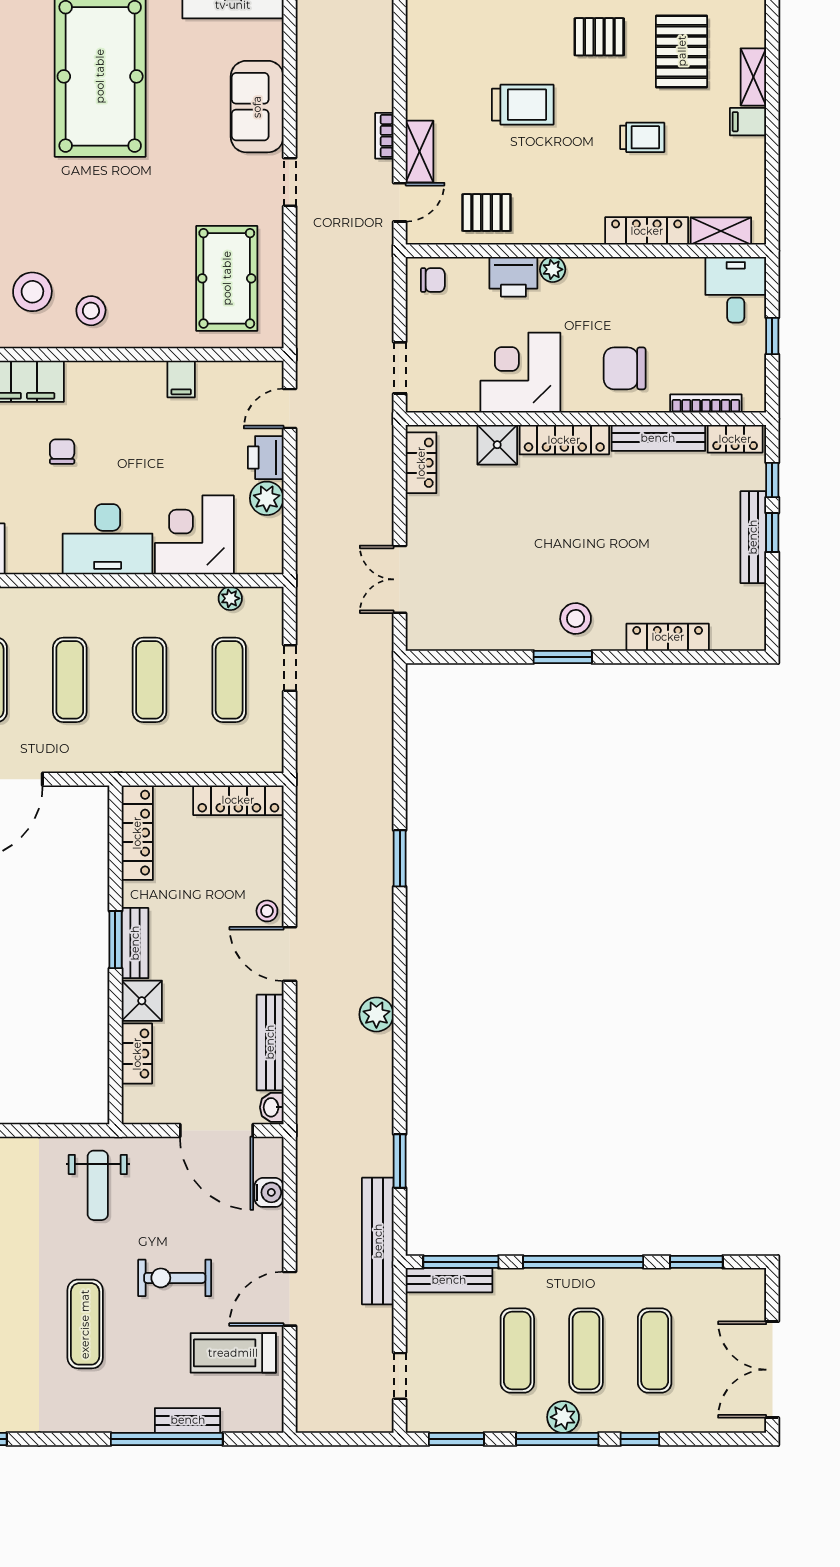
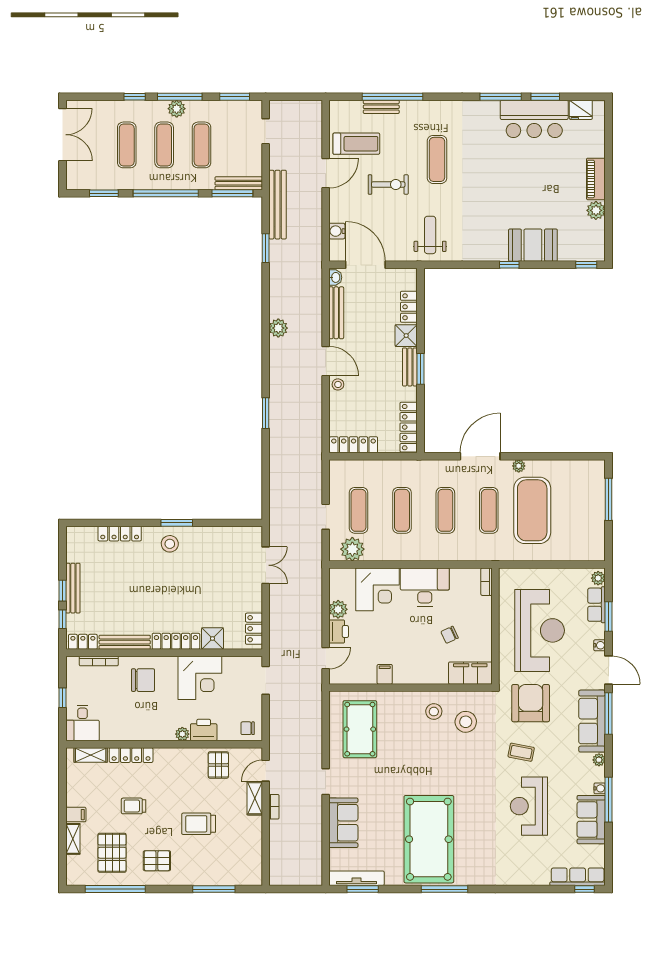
pallet: (486, 213) -> (218, 765), turned 90
chair: (62, 452) -> (450, 635), turned 65
plant: (230, 598) -> (352, 549), width x1.88, depth x1.88

